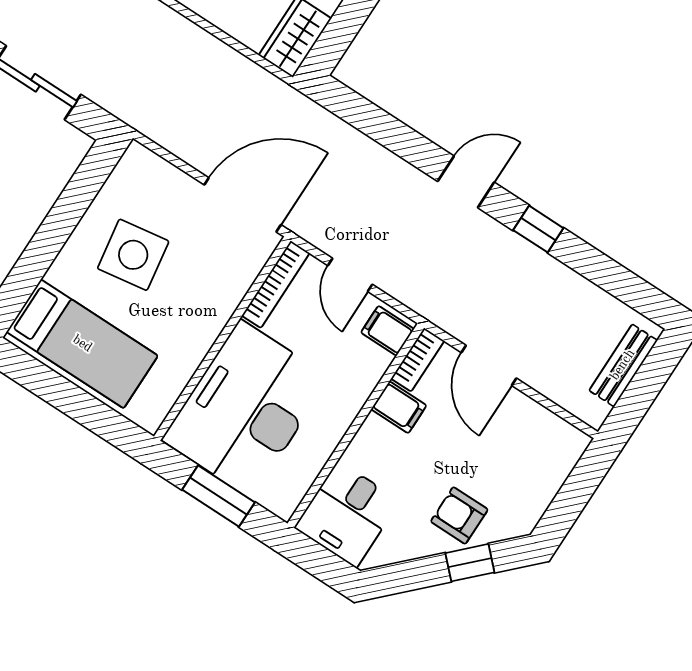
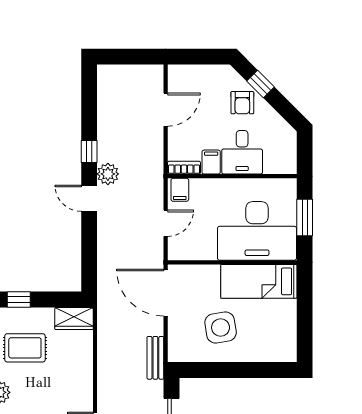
plant: (485, 235) -> (108, 174), added
bookcase: (276, 284) -> (192, 254), removed
bed: (82, 344) -> (259, 281), moved, turned -90
door: (489, 365) -> (166, 110), moved
bench: (623, 365) -> (155, 358), moved, turned 90
desk: (347, 514) -> (242, 152), moved, turned 90

